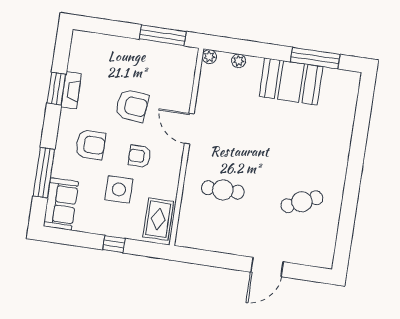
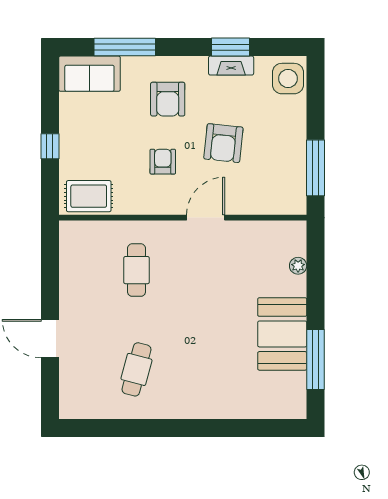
plant: (209, 57) -> (298, 229), removed
side table: (119, 189) -> (288, 79), moved
cafe table: (302, 202) -> (136, 369), turned 39

